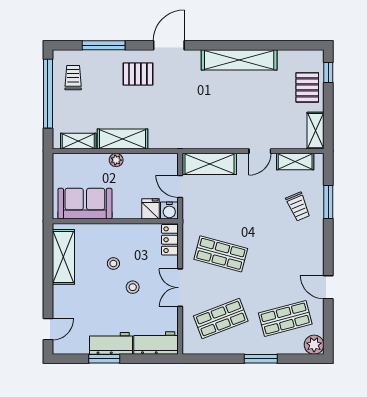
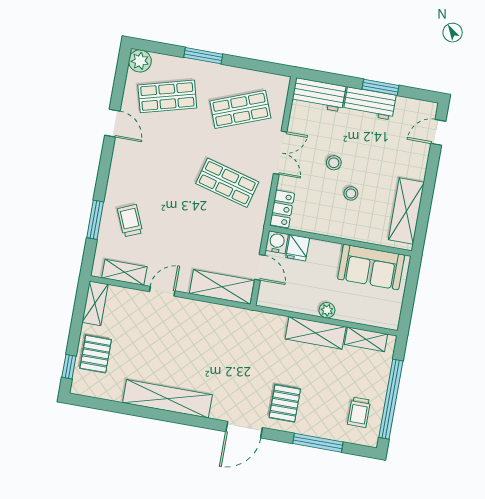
pallet: (138, 74) -> (285, 403), turned 90

